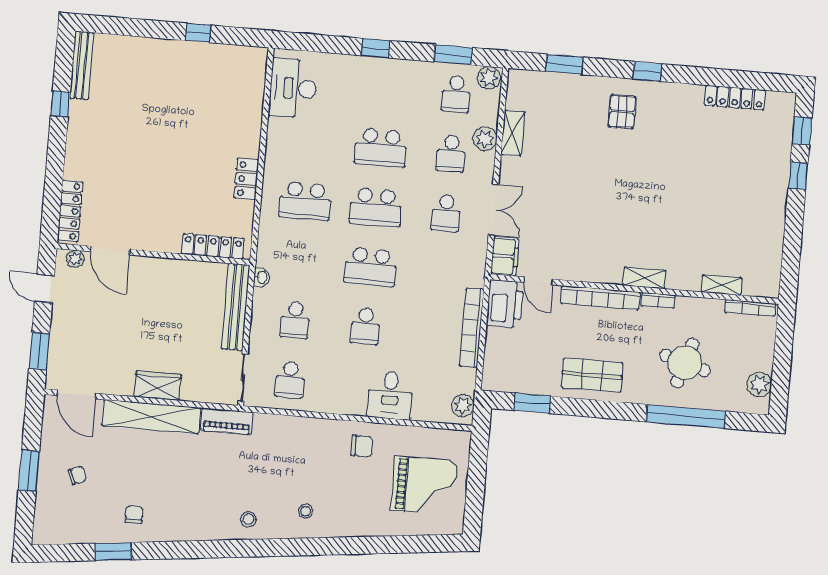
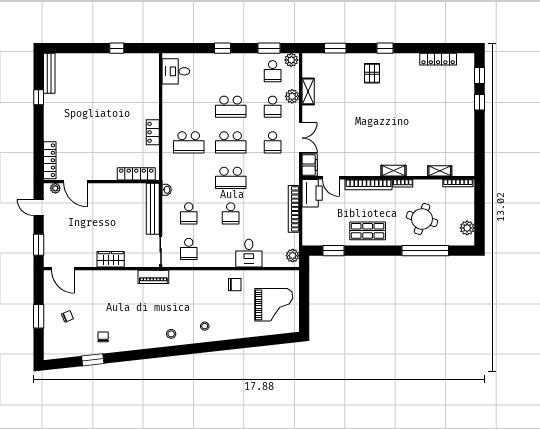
desk: (293, 88) -> (176, 71), width x0.73
shelving: (151, 417) -> (108, 278), removed

